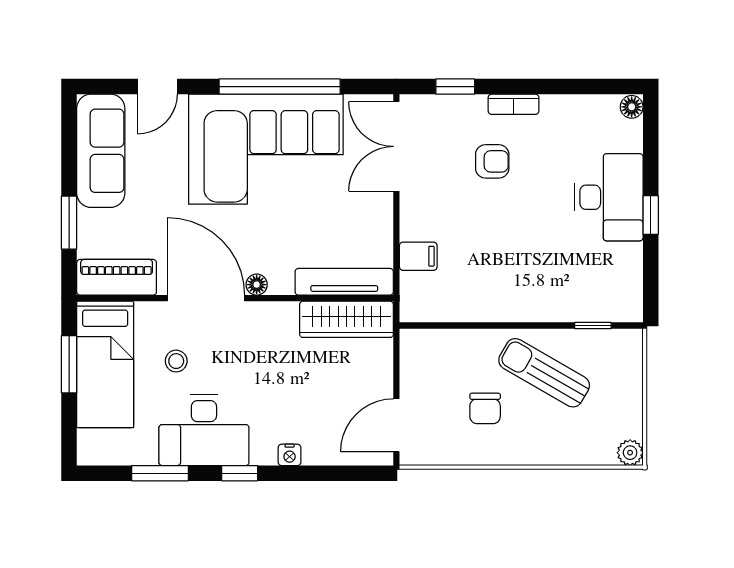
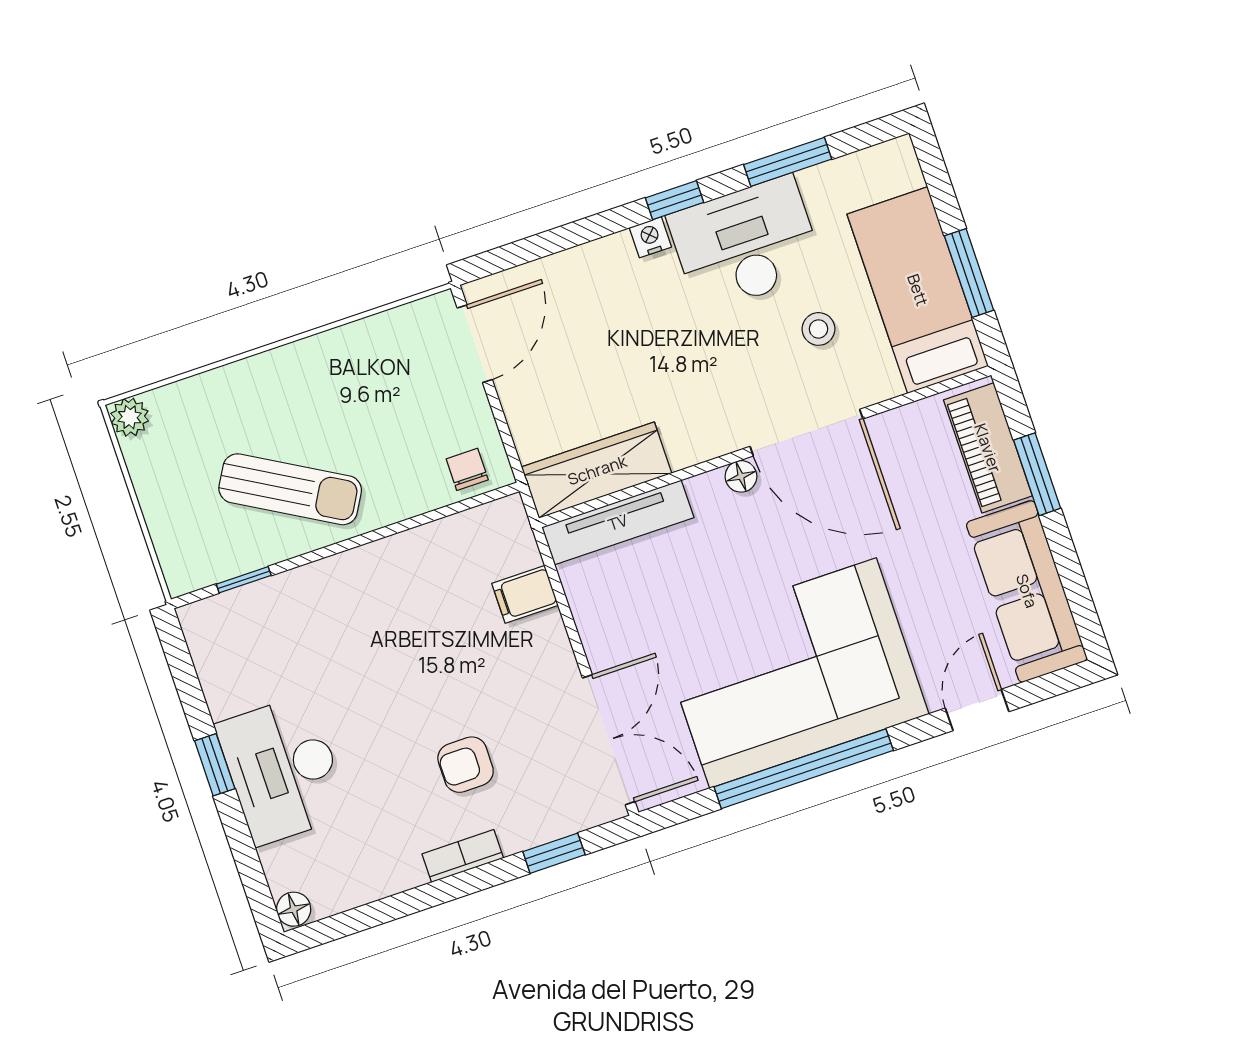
piano: (117, 277) -> (988, 448), moved, turned 90
chair: (485, 408) -> (467, 469), moved, width x0.73, depth x0.73
nightstand: (290, 455) -> (650, 237), moved

